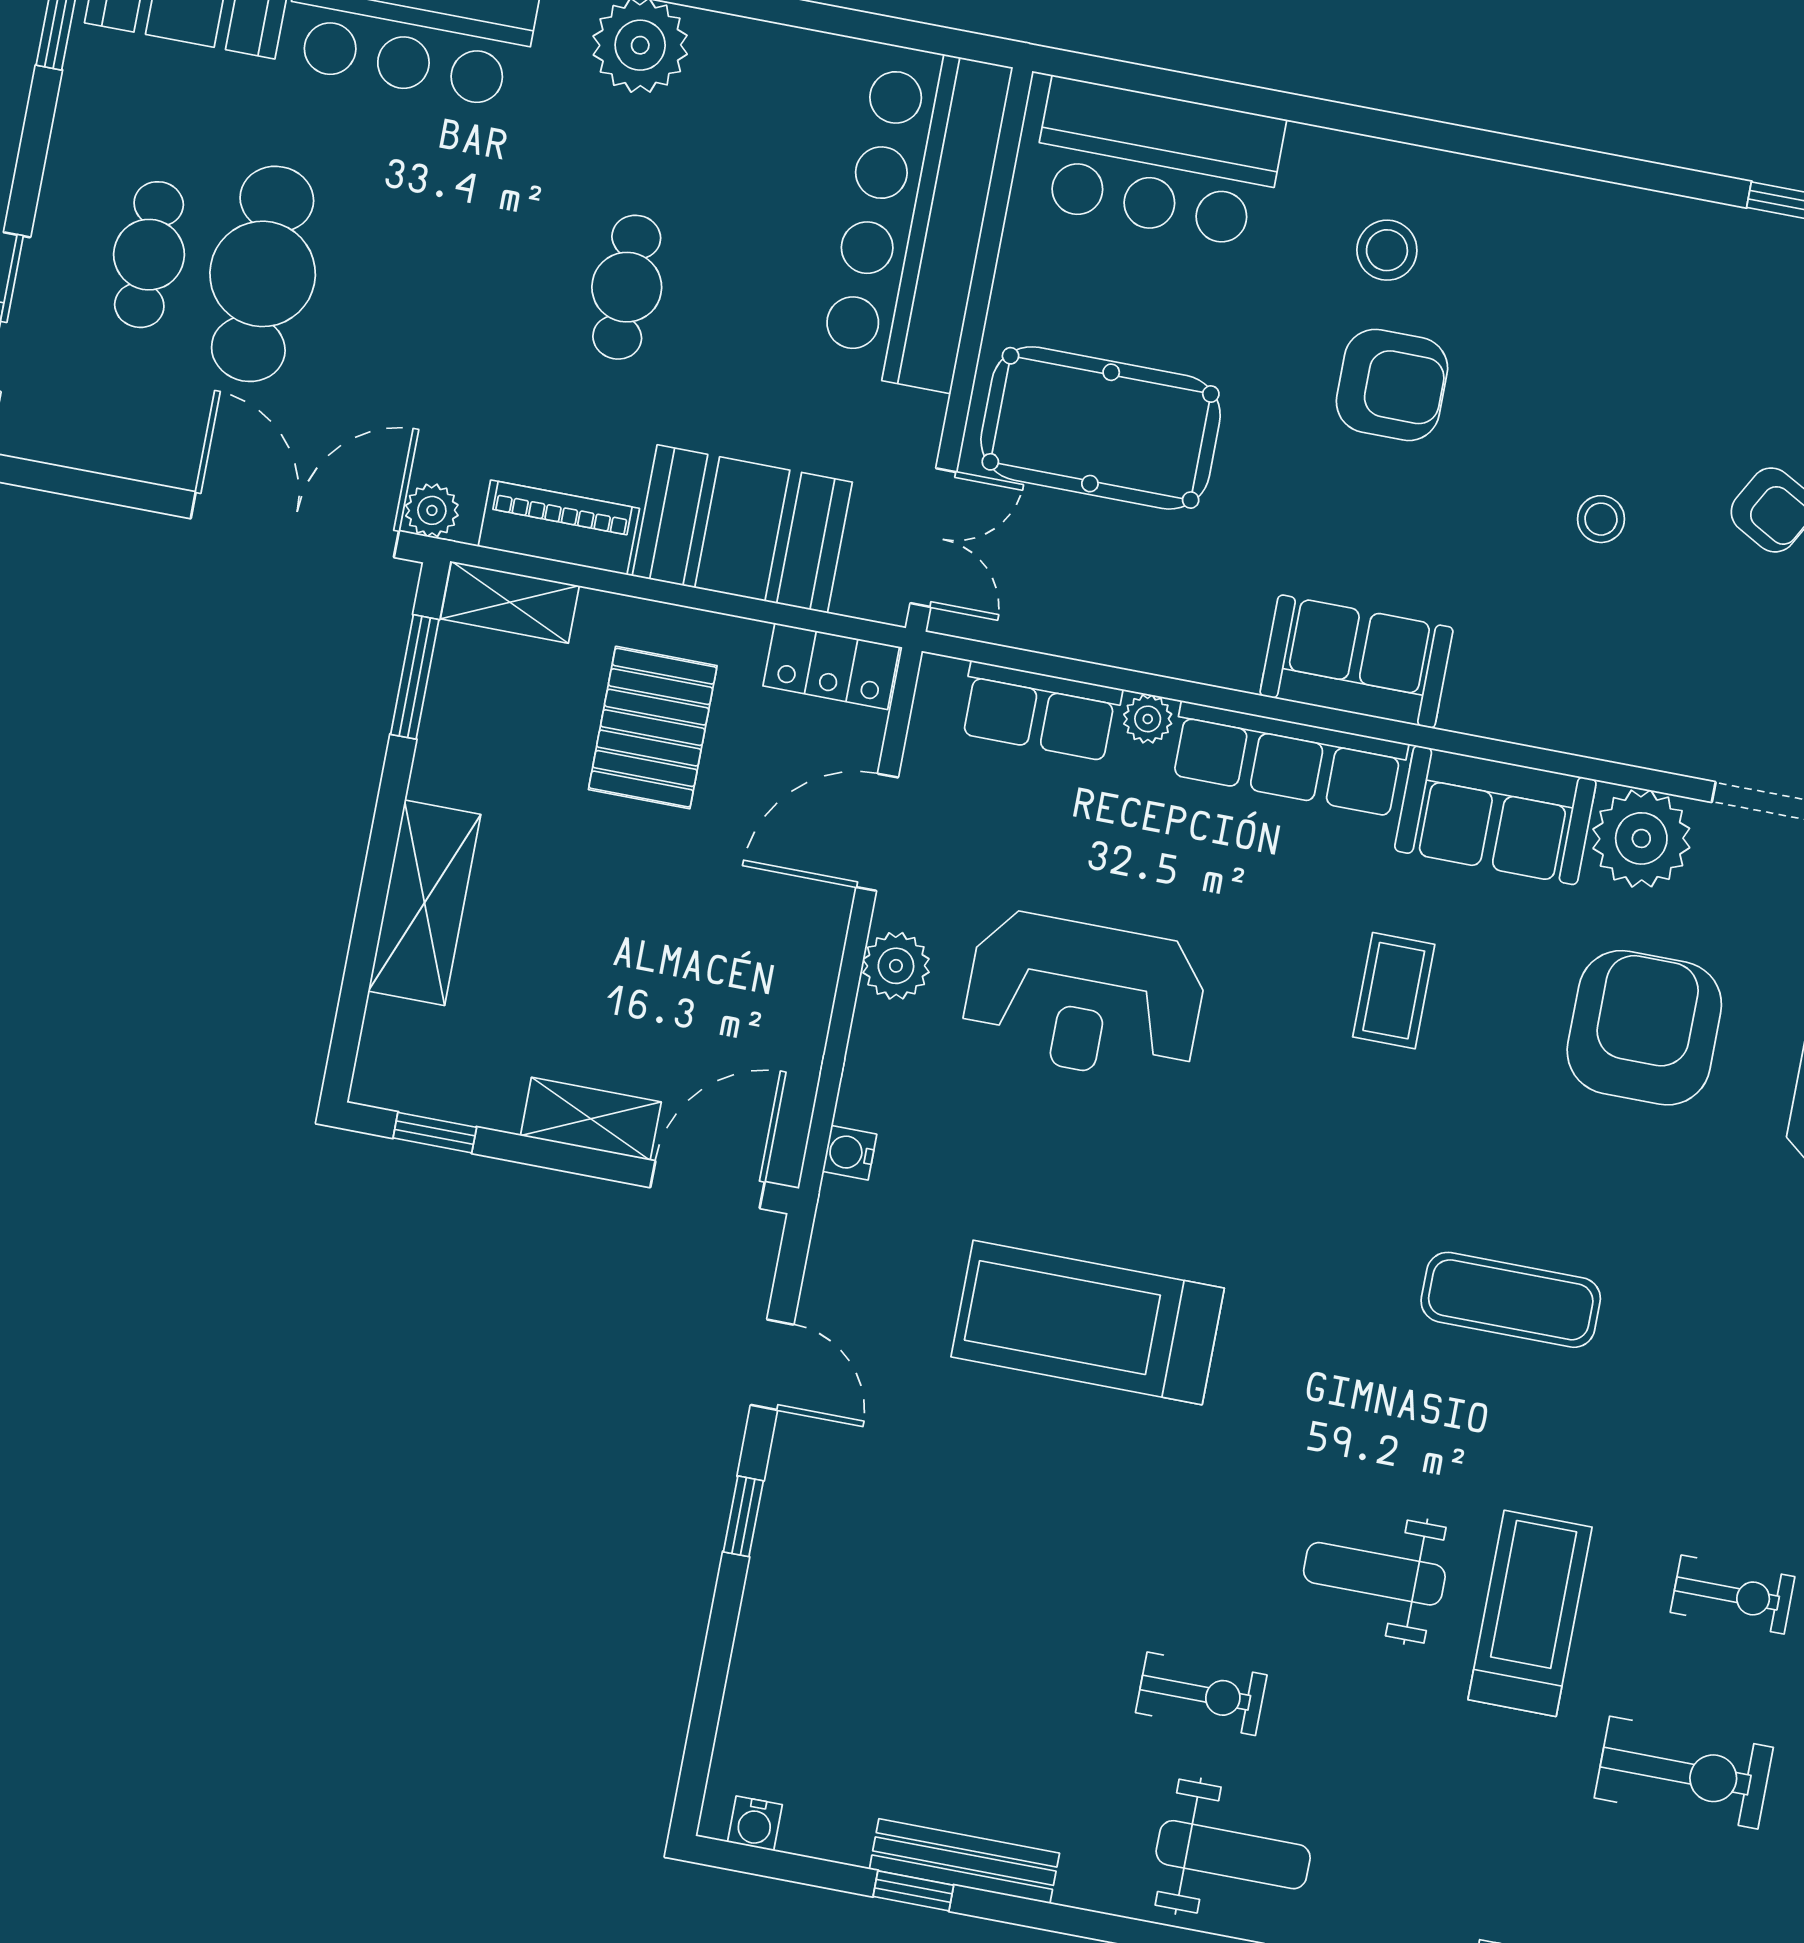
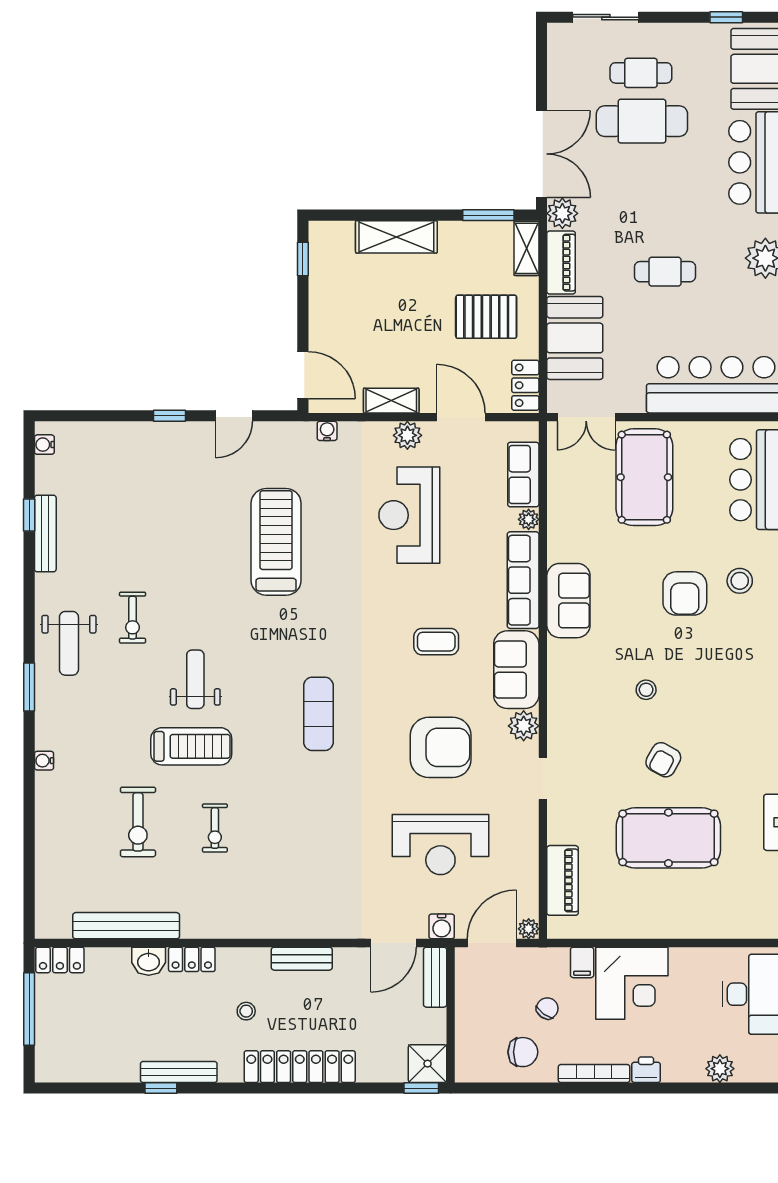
plant: (432, 510) -> (562, 213), width x1.38, depth x1.38
plant: (1641, 838) -> (524, 726), width x0.73, depth x0.73
shelving: (591, 1119) -> (391, 401), moved, turned 90

